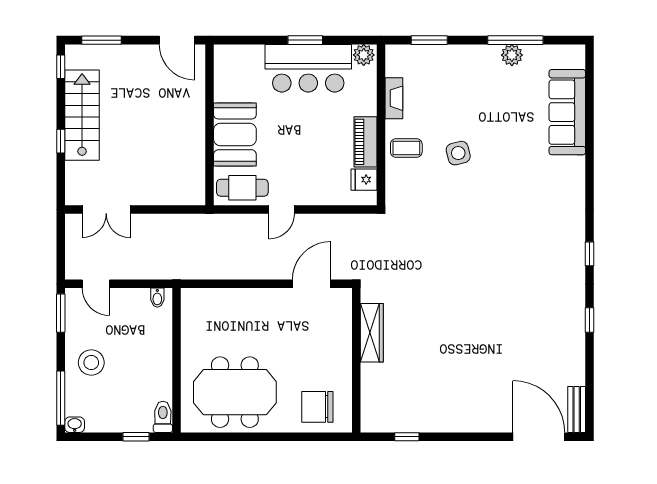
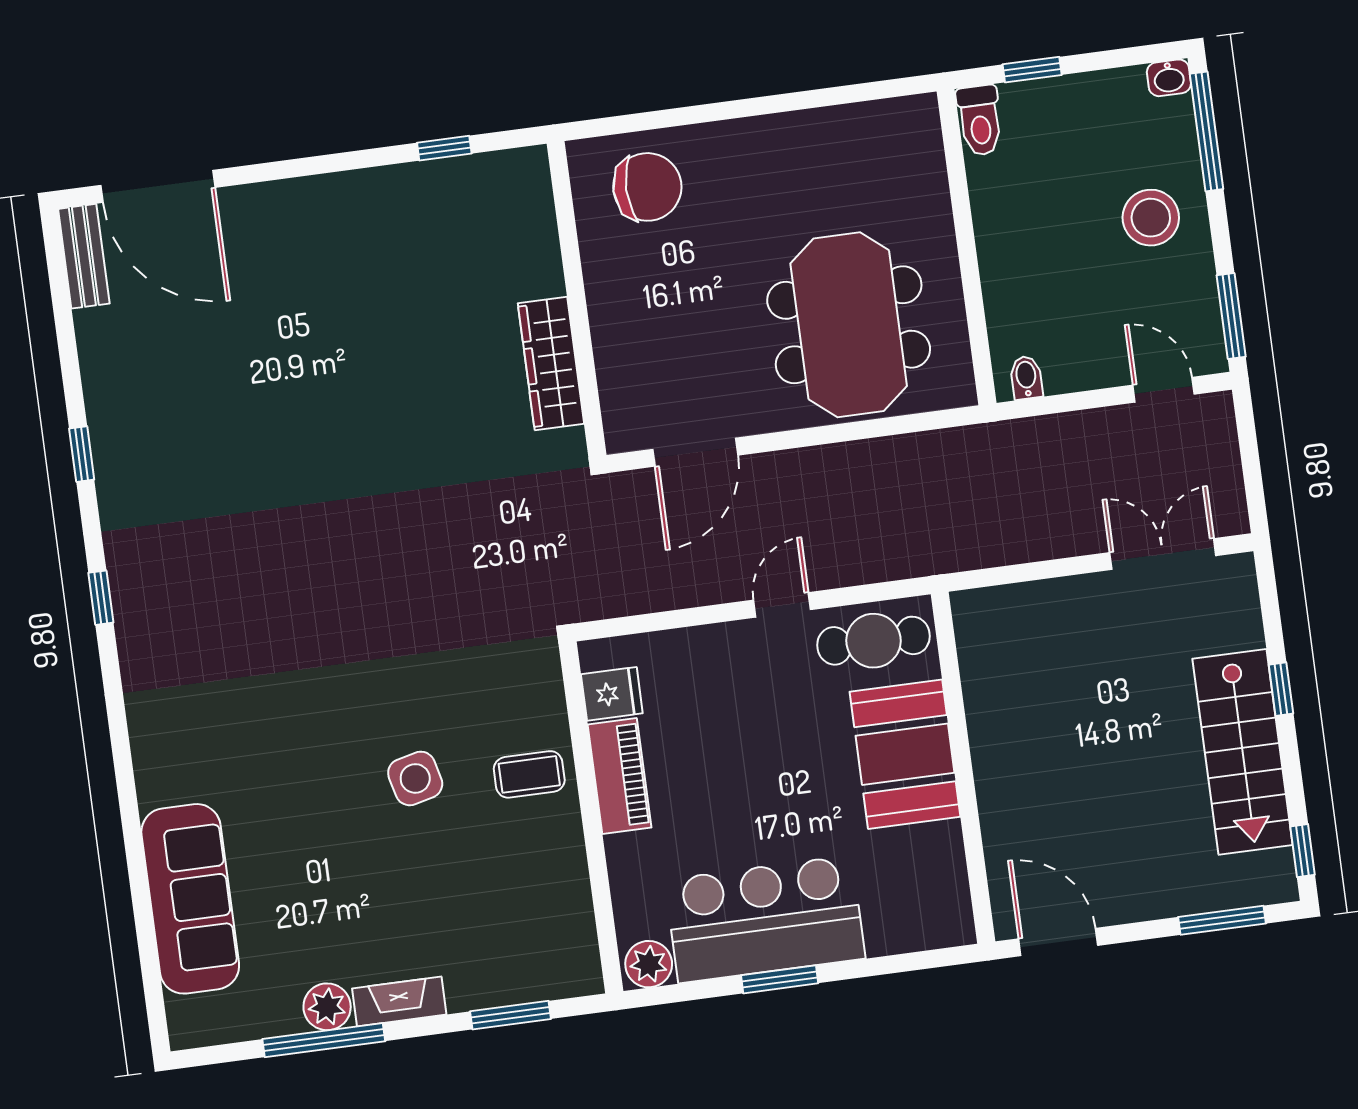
fireplace: (394, 98) -> (399, 1001), moved, turned 90
meeting table: (235, 392) -> (849, 325), moved, turned 90

